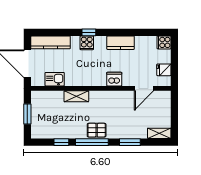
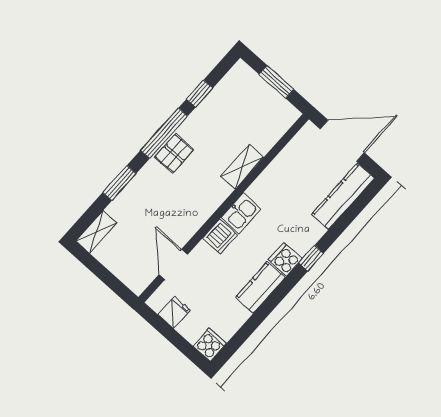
cooker: (87, 43) -> (285, 260), moved
kitchen sink: (55, 79) -> (241, 213), moved

